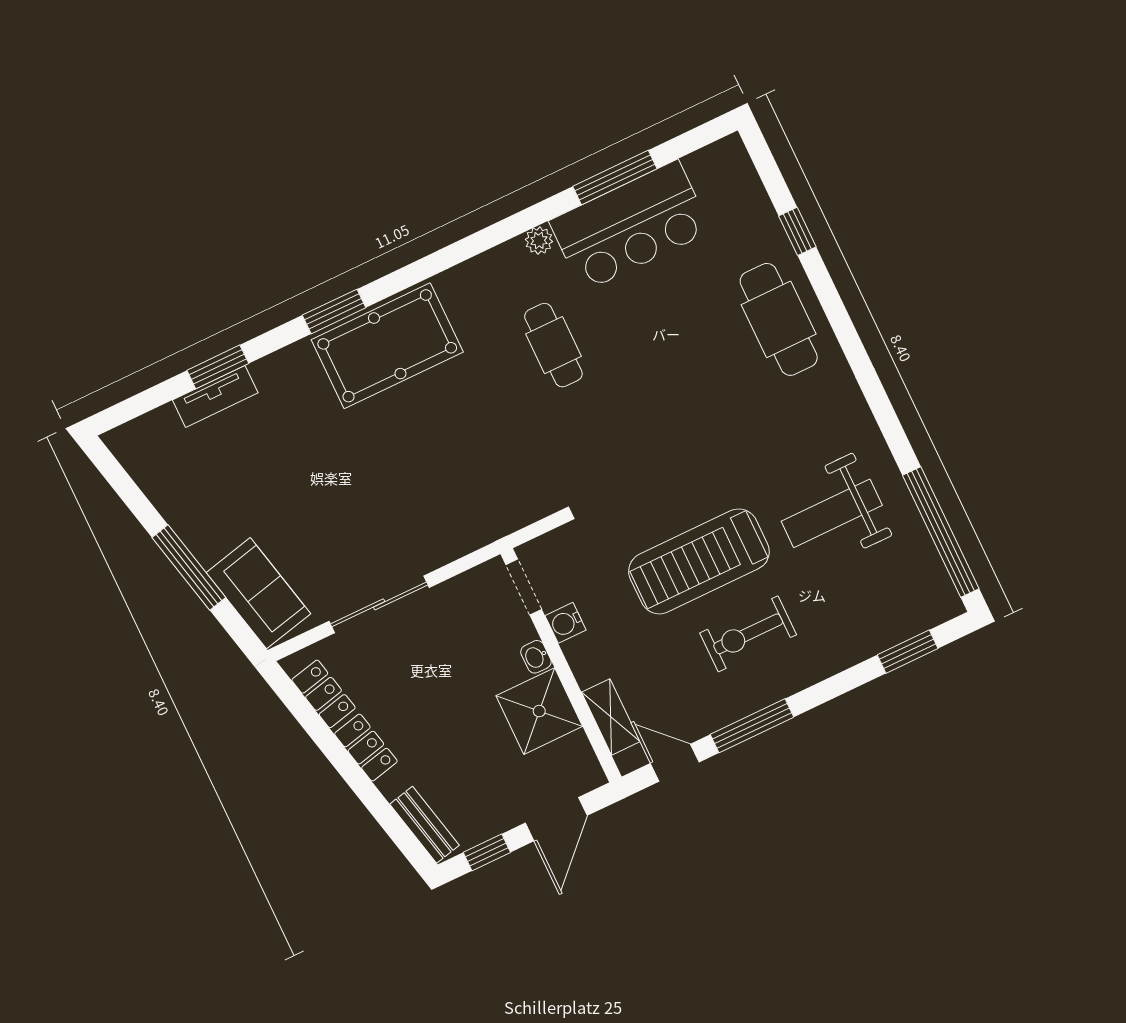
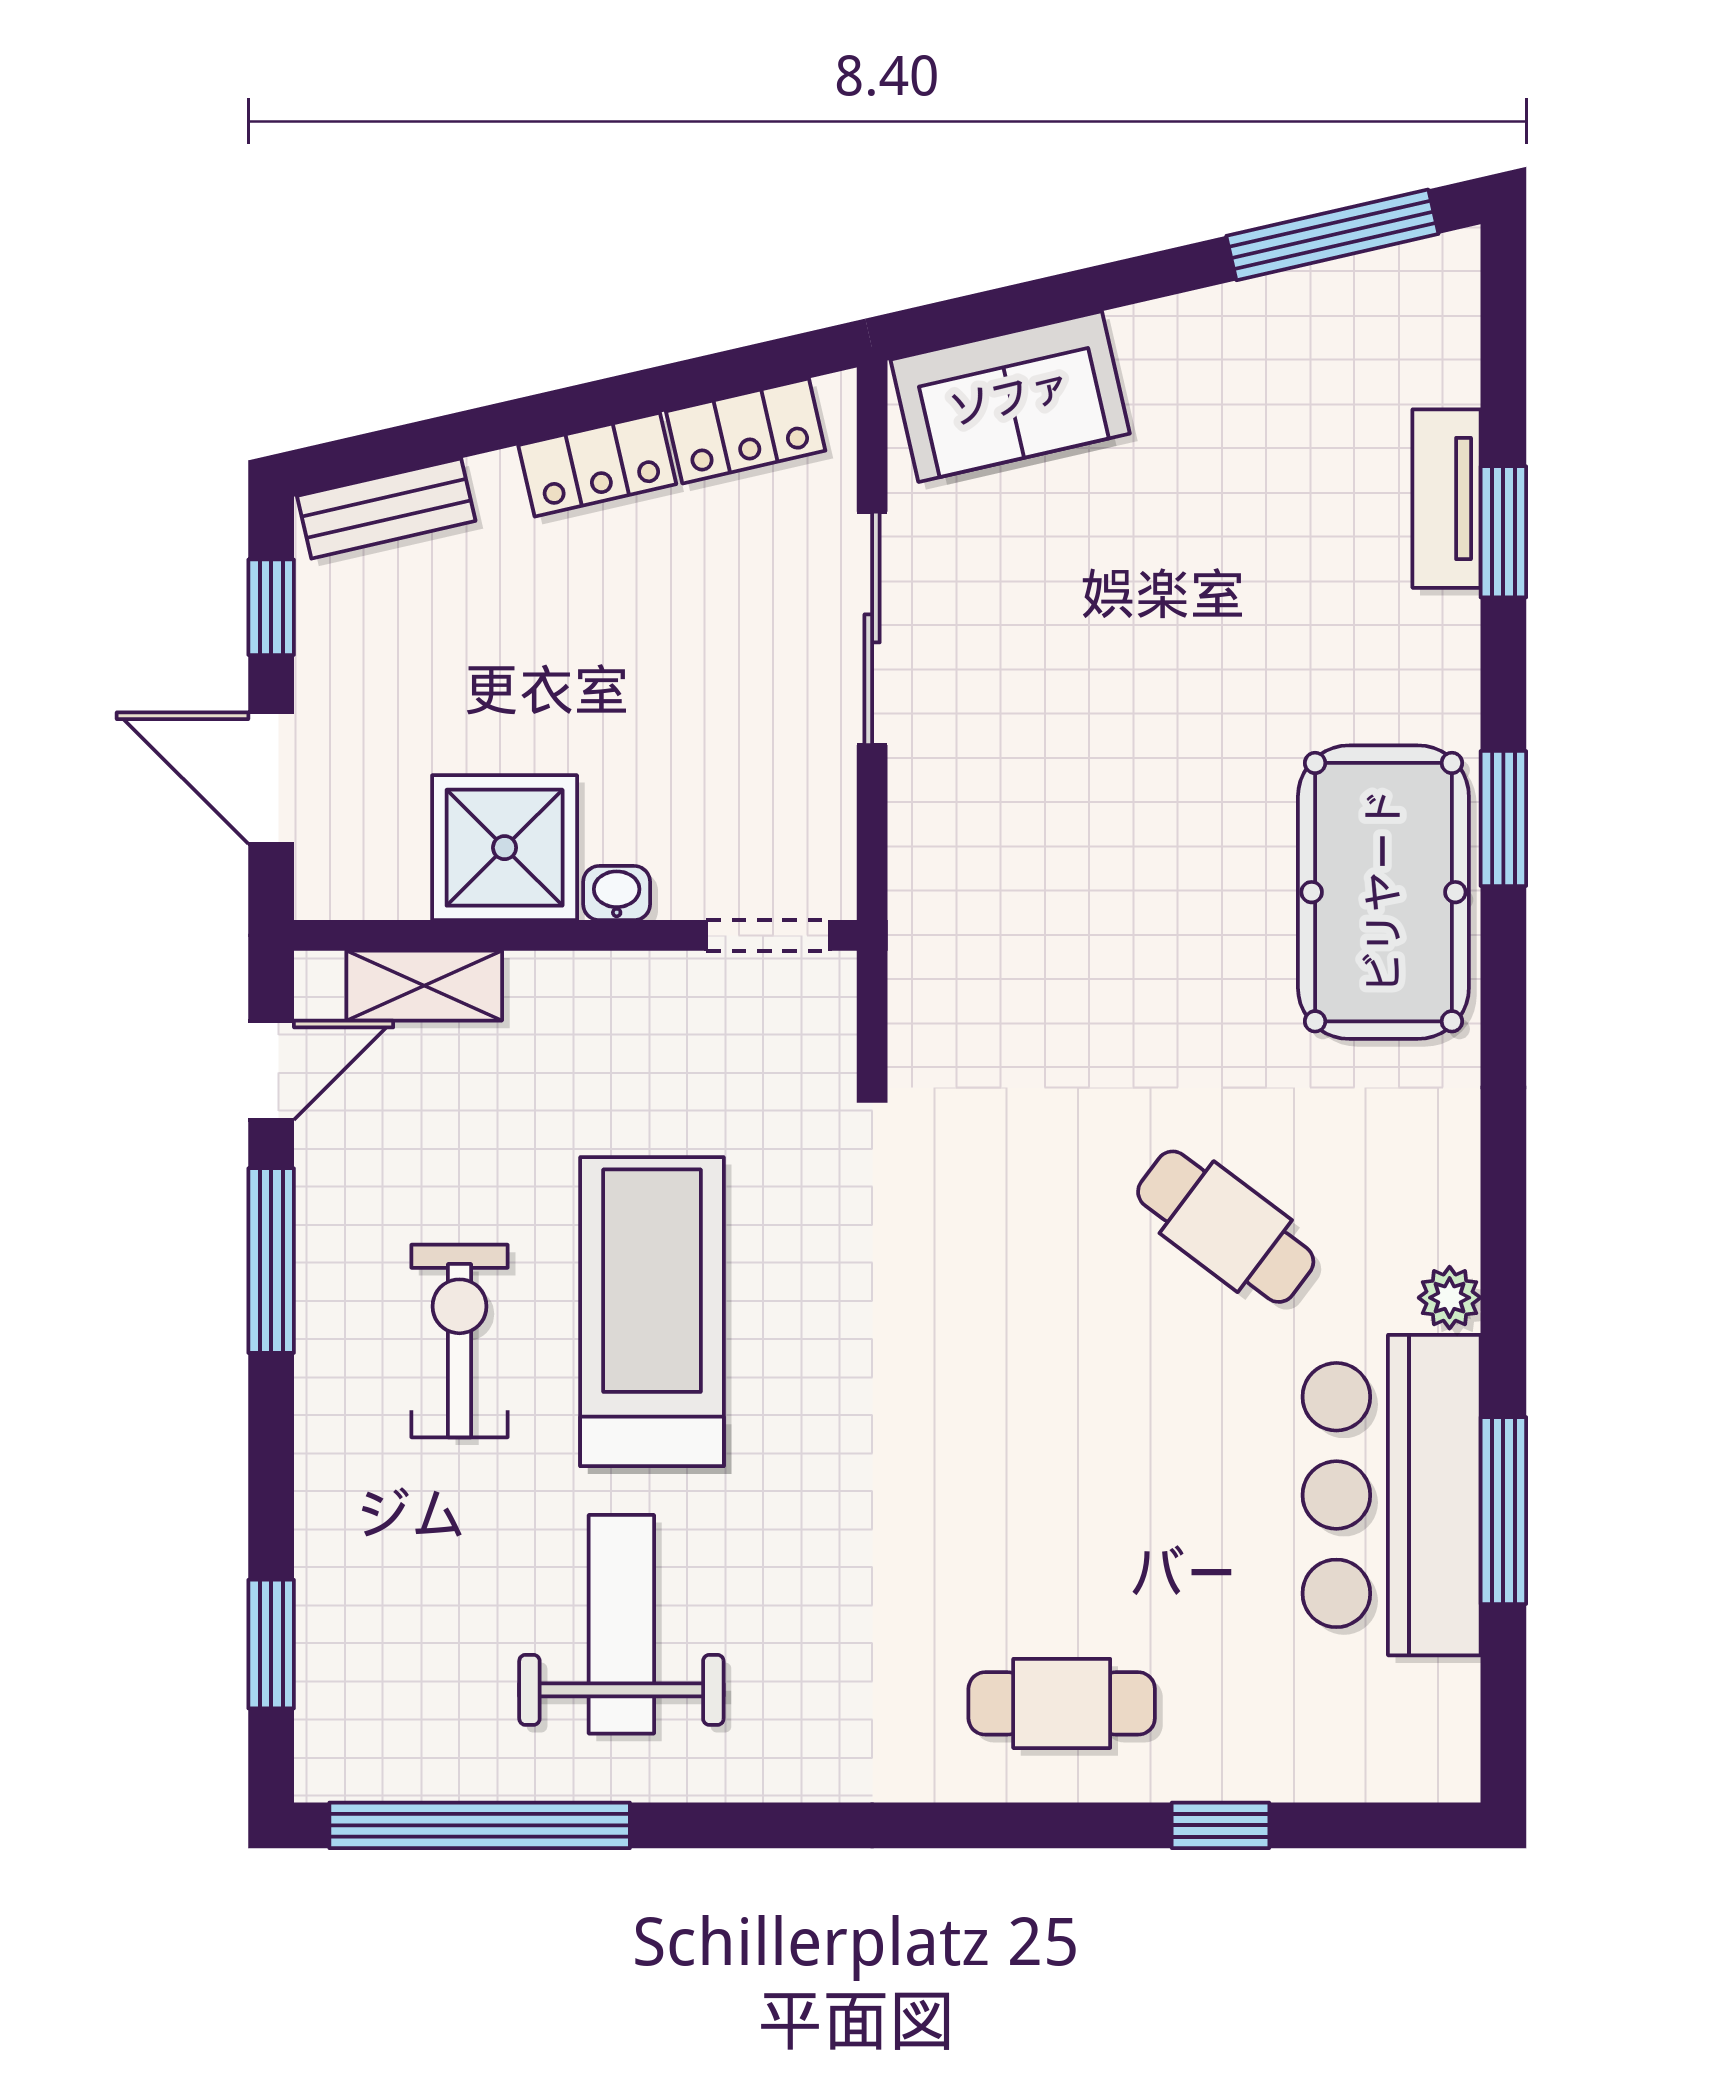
cafe table: (779, 319) -> (1062, 1703), width x0.73, depth x0.74
cafe table: (553, 345) -> (1226, 1227), turned 37
window: (189, 568) -> (1332, 235), moved
water cooler: (566, 623) -> (656, 985), removed

